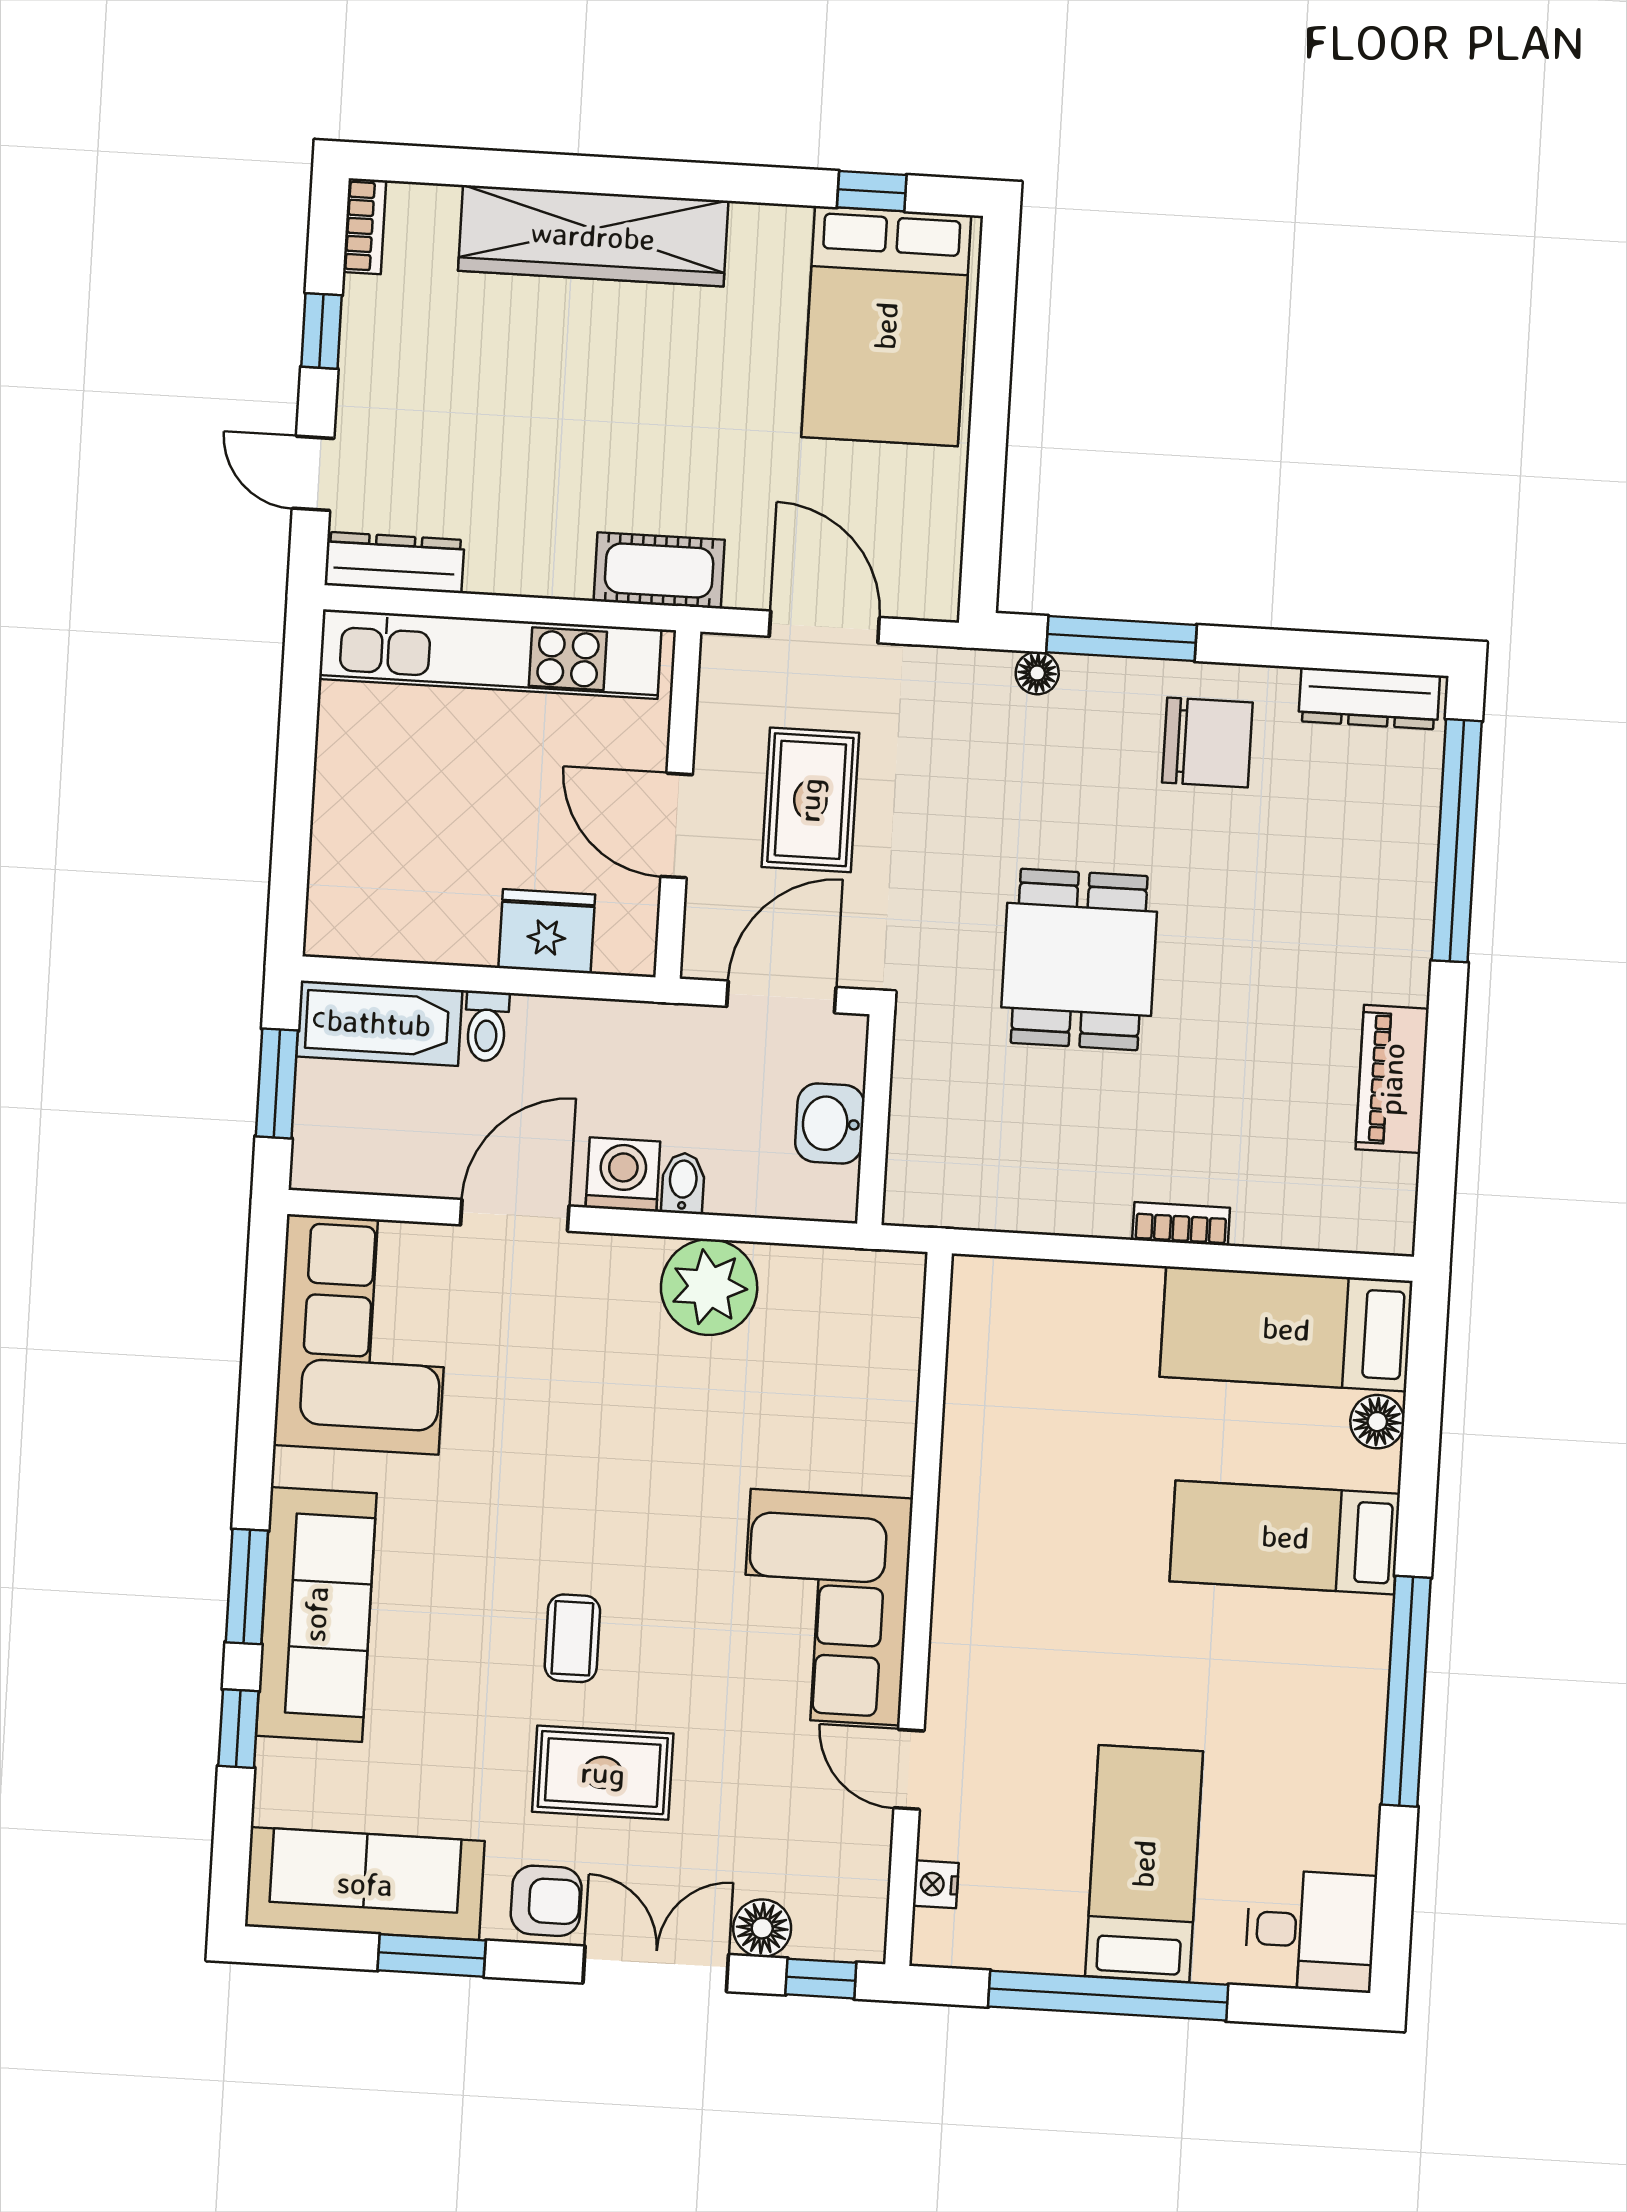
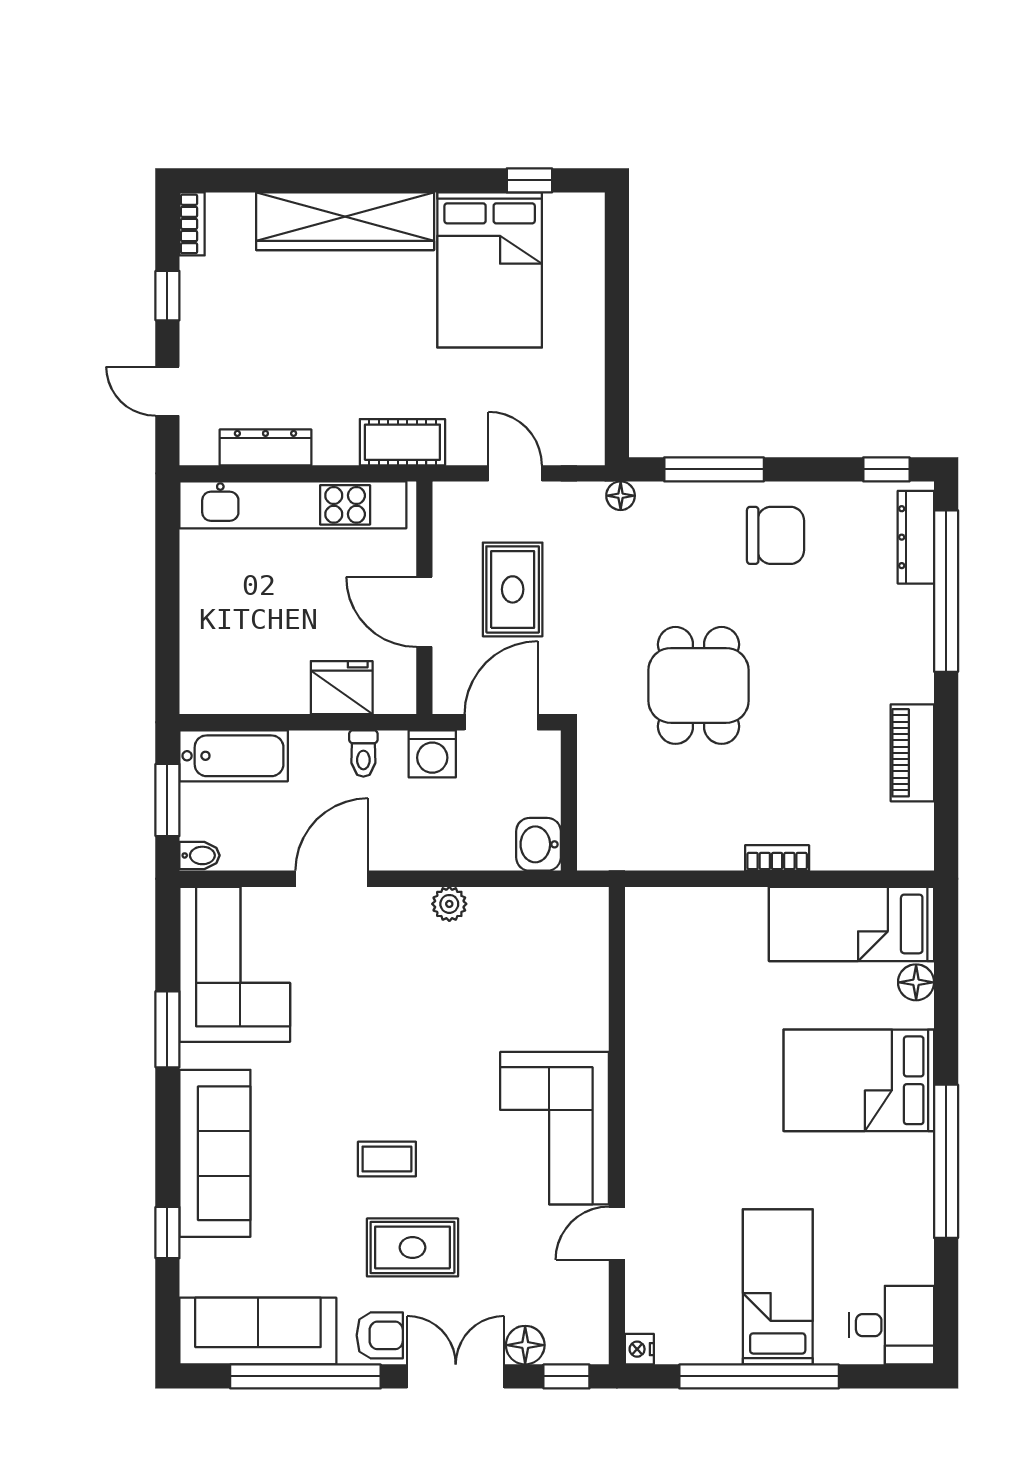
bed: (886, 326) -> (490, 270), moved
dresser: (394, 563) -> (265, 447), moved
door: (824, 627) -> (515, 473), width x0.73
window: (1379, 654) -> (886, 469), added
floor lamp: (1037, 673) -> (621, 496), moved
dresser: (1369, 698) -> (916, 537), moved, turned 90
toilet: (486, 1026) -> (363, 753), moved
washbasin: (830, 1124) -> (538, 844), moved
washing machine: (623, 1174) -> (432, 754), moved, turned 180
bidet: (683, 1183) -> (200, 855), moved, turned 90
plant: (709, 1287) -> (449, 904), width x0.53, depth x0.53
bed: (1285, 1537) -> (859, 1080), width x1.50
window: (247, 1586) -> (167, 1029), moved
coffee table: (572, 1638) -> (387, 1159), turned 90
door: (909, 1769) -> (617, 1233), hinge flipped
nightstand: (936, 1884) -> (639, 1349), moved
window: (432, 1955) -> (305, 1376), width x2.11

